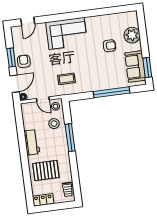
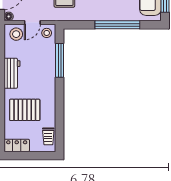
door: (43, 99) -> (32, 22), hinge flipped
stool: (54, 124) -> (16, 34), moved
window: (70, 138) -> (60, 60), moved

